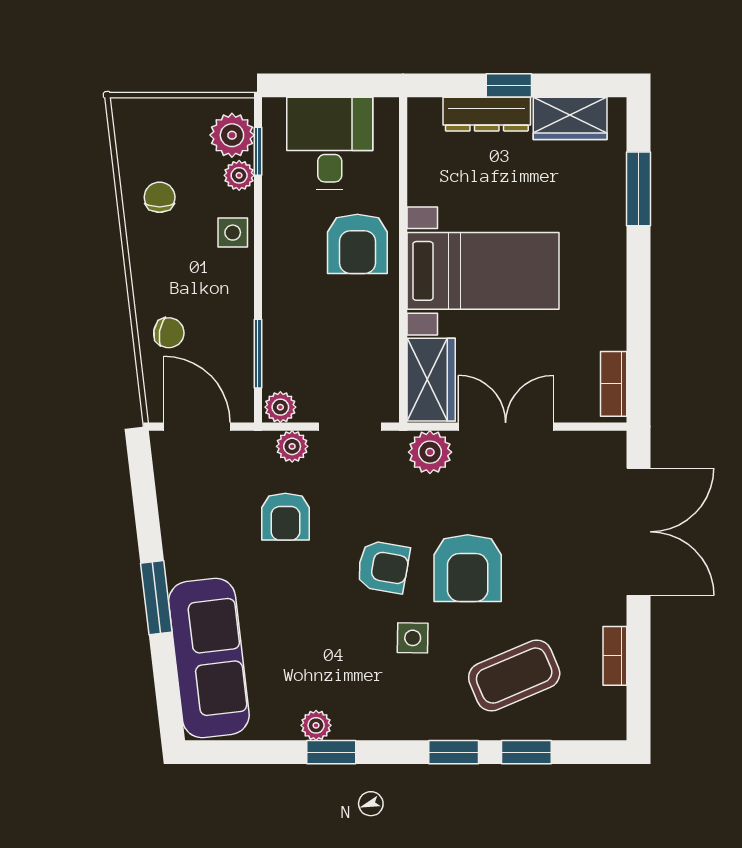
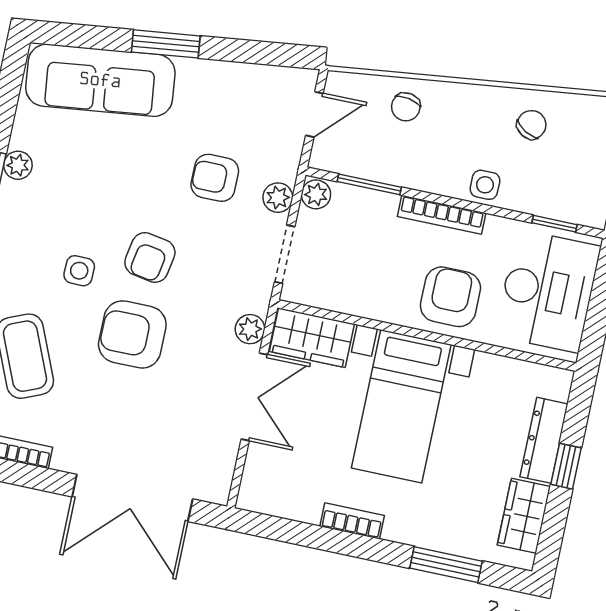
plant: (232, 135) -> (574, 203), removed
desk: (330, 143) -> (548, 291), width x1.37
plant: (239, 175) -> (536, 202), removed
chair: (160, 197) -> (532, 125), turned -60
armchair: (357, 244) -> (450, 297), turned 90
bookcase: (274, 271) -> (442, 215), added
bookcase: (614, 384) -> (352, 521), moved
door: (197, 427) -> (314, 114), width x0.73
plant: (430, 452) -> (250, 329), width x0.73, depth x0.73

